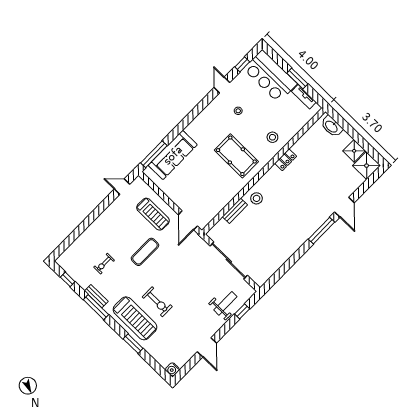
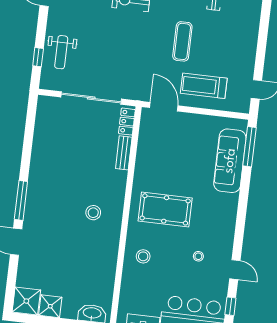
locker: (286, 160) -> (127, 122), moved
stool: (257, 198) -> (93, 213), moved

